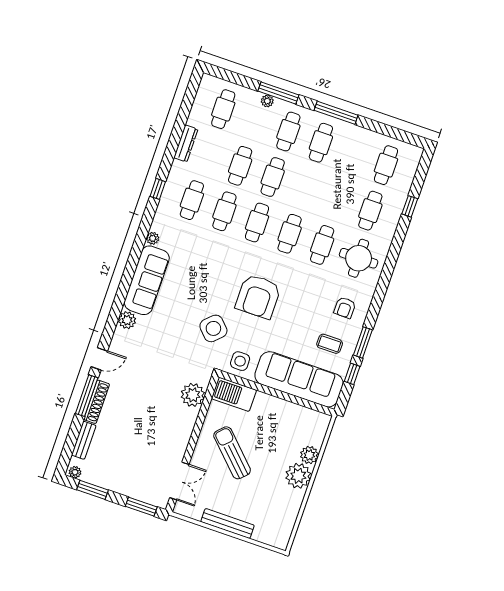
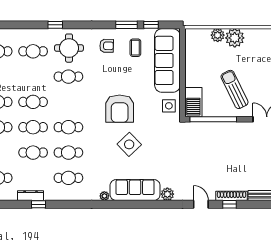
window: (158, 189) -> (39, 204), moved
window: (410, 206) -> (55, 25), moved
cafe table: (290, 234) -> (33, 102), moved
armchair: (258, 296) -> (120, 109), turned 90
side table: (213, 328) -> (129, 144), moved
plant: (193, 395) -> (204, 131), removed
window: (87, 396) -> (230, 204), width x0.46
window: (203, 412) -> (213, 119), added
sun lounger: (232, 453) -> (235, 89), turned 109

